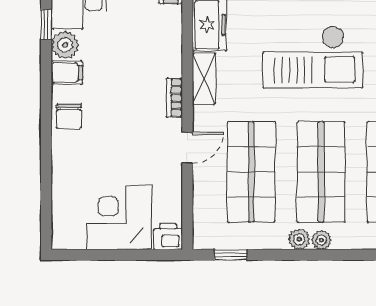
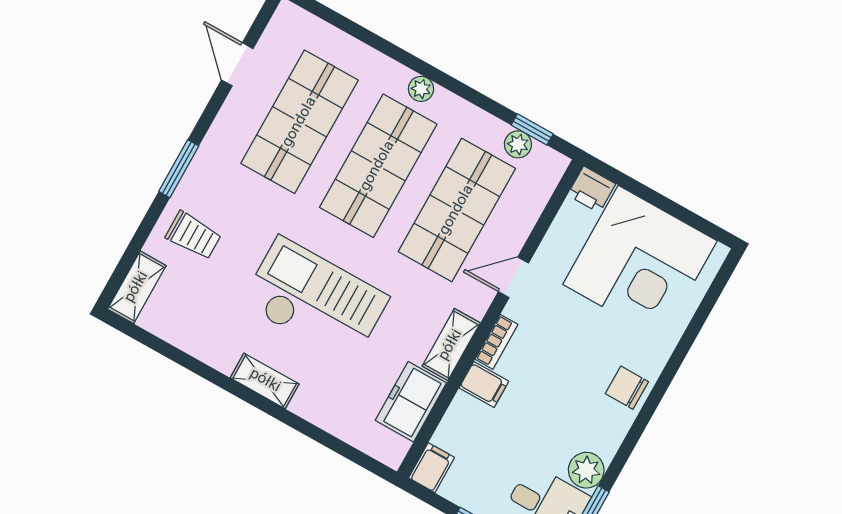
filing cabinet: (67, 73) -> (484, 385), moved, turned 180
chair: (69, 116) -> (627, 388), turned -90
corner desk: (119, 217) -> (640, 263), width x1.36, depth x1.36
plant: (299, 239) -> (518, 144), moved

